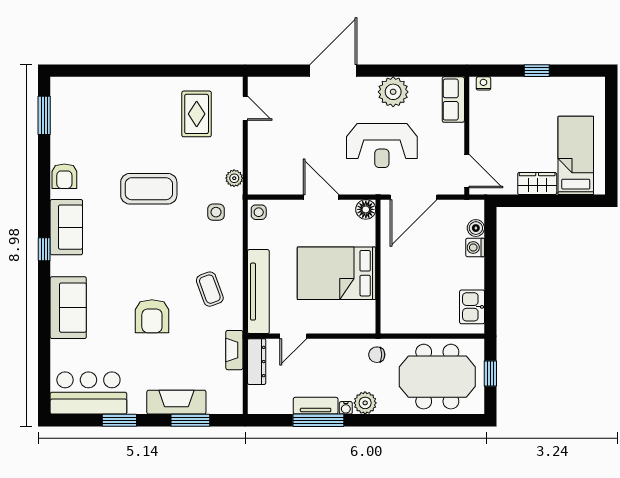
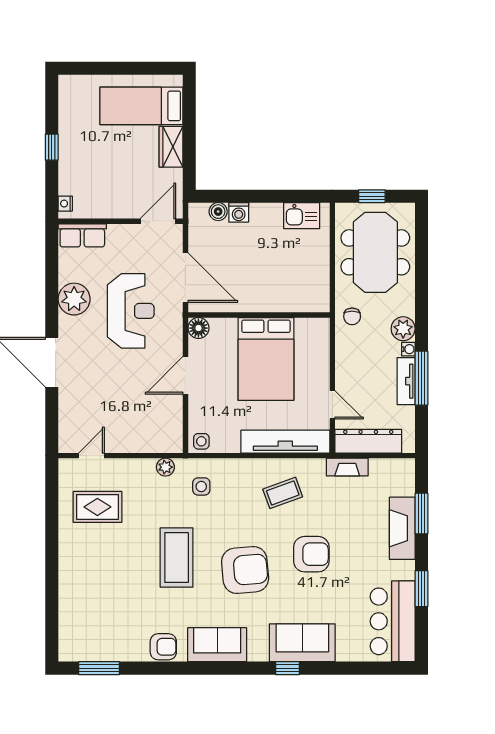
window: (44, 249) -> (287, 668), moved
armchair: (137, 254) -> (245, 570), added
dresser: (257, 362) -> (368, 441), width x1.37, depth x1.24

